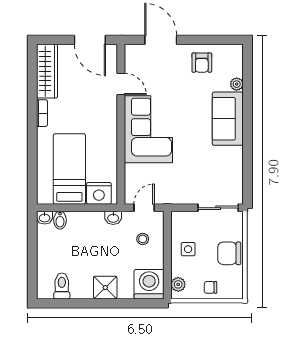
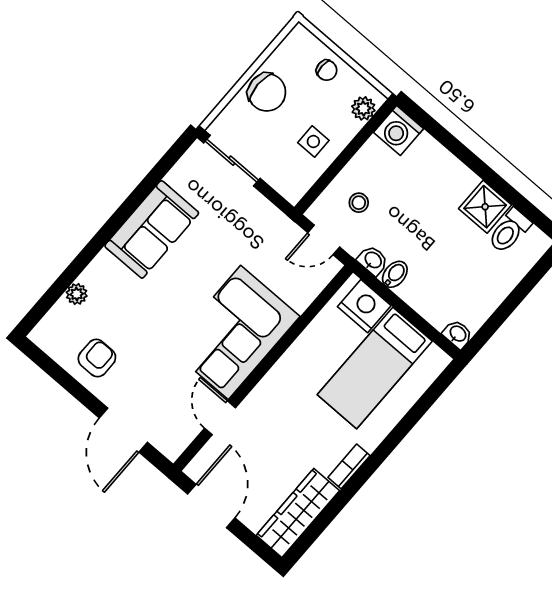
sofa: (228, 119) -> (152, 229), moved
bidet: (60, 220) -> (395, 274), moved
washing machine: (149, 284) -> (398, 131), width x0.73, depth x0.73
shower: (105, 288) -> (485, 207), moved

